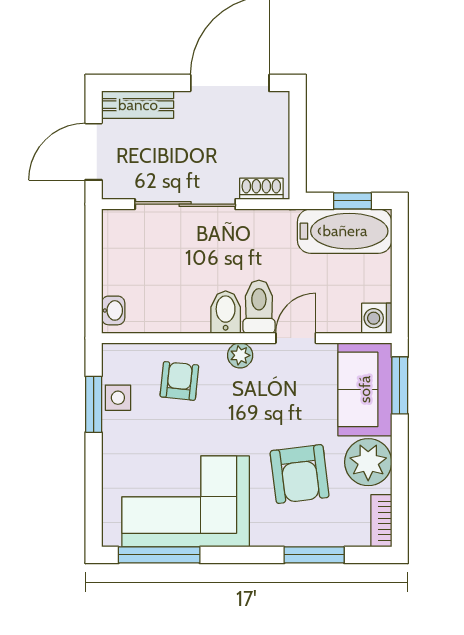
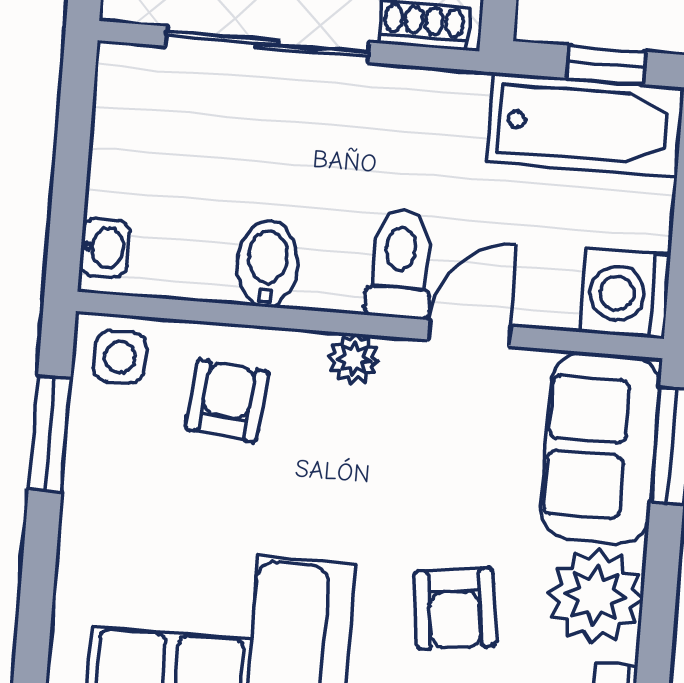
bidet: (226, 312) -> (267, 264), moved
washing machine: (377, 318) -> (626, 294), width x1.38, depth x1.38
side table: (118, 398) -> (120, 357), moved
armchair: (300, 474) -> (455, 609), width x0.72, depth x0.72

